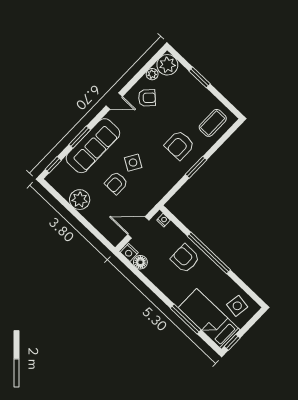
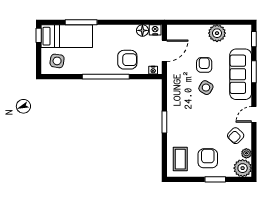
armchair: (179, 145) -> (208, 158), moved
armchair: (185, 258) -> (127, 60), moved

